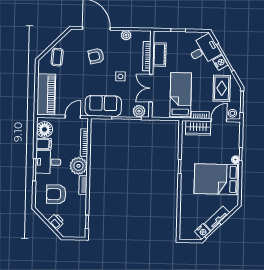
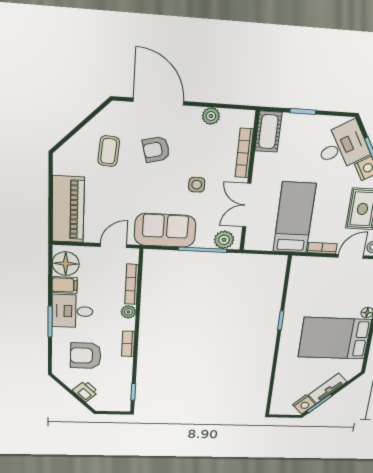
cot: (159, 55) -> (268, 132), moved
coffee table: (57, 57) -> (109, 151), moved
wardrobe: (198, 128) -> (316, 267), removed
plant: (78, 166) -> (128, 312), width x0.53, depth x0.53

